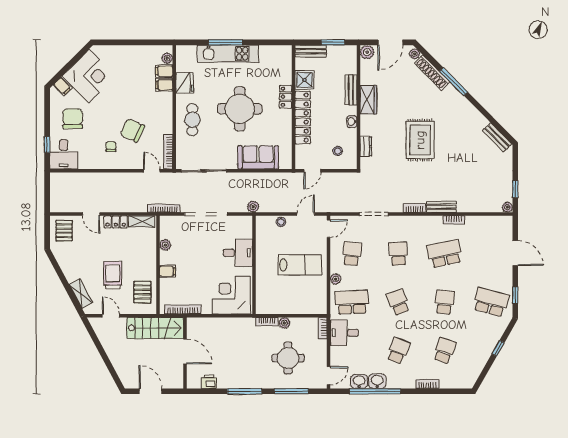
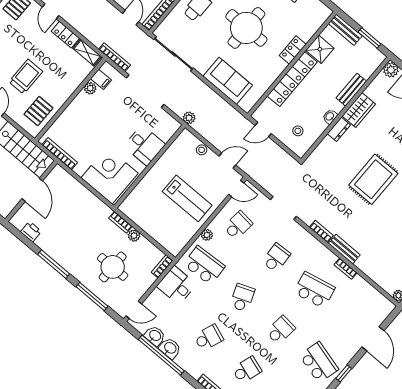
dresser: (366, 146) -> (339, 129), moved
filing cabinet: (167, 271) -> (101, 79), moved

